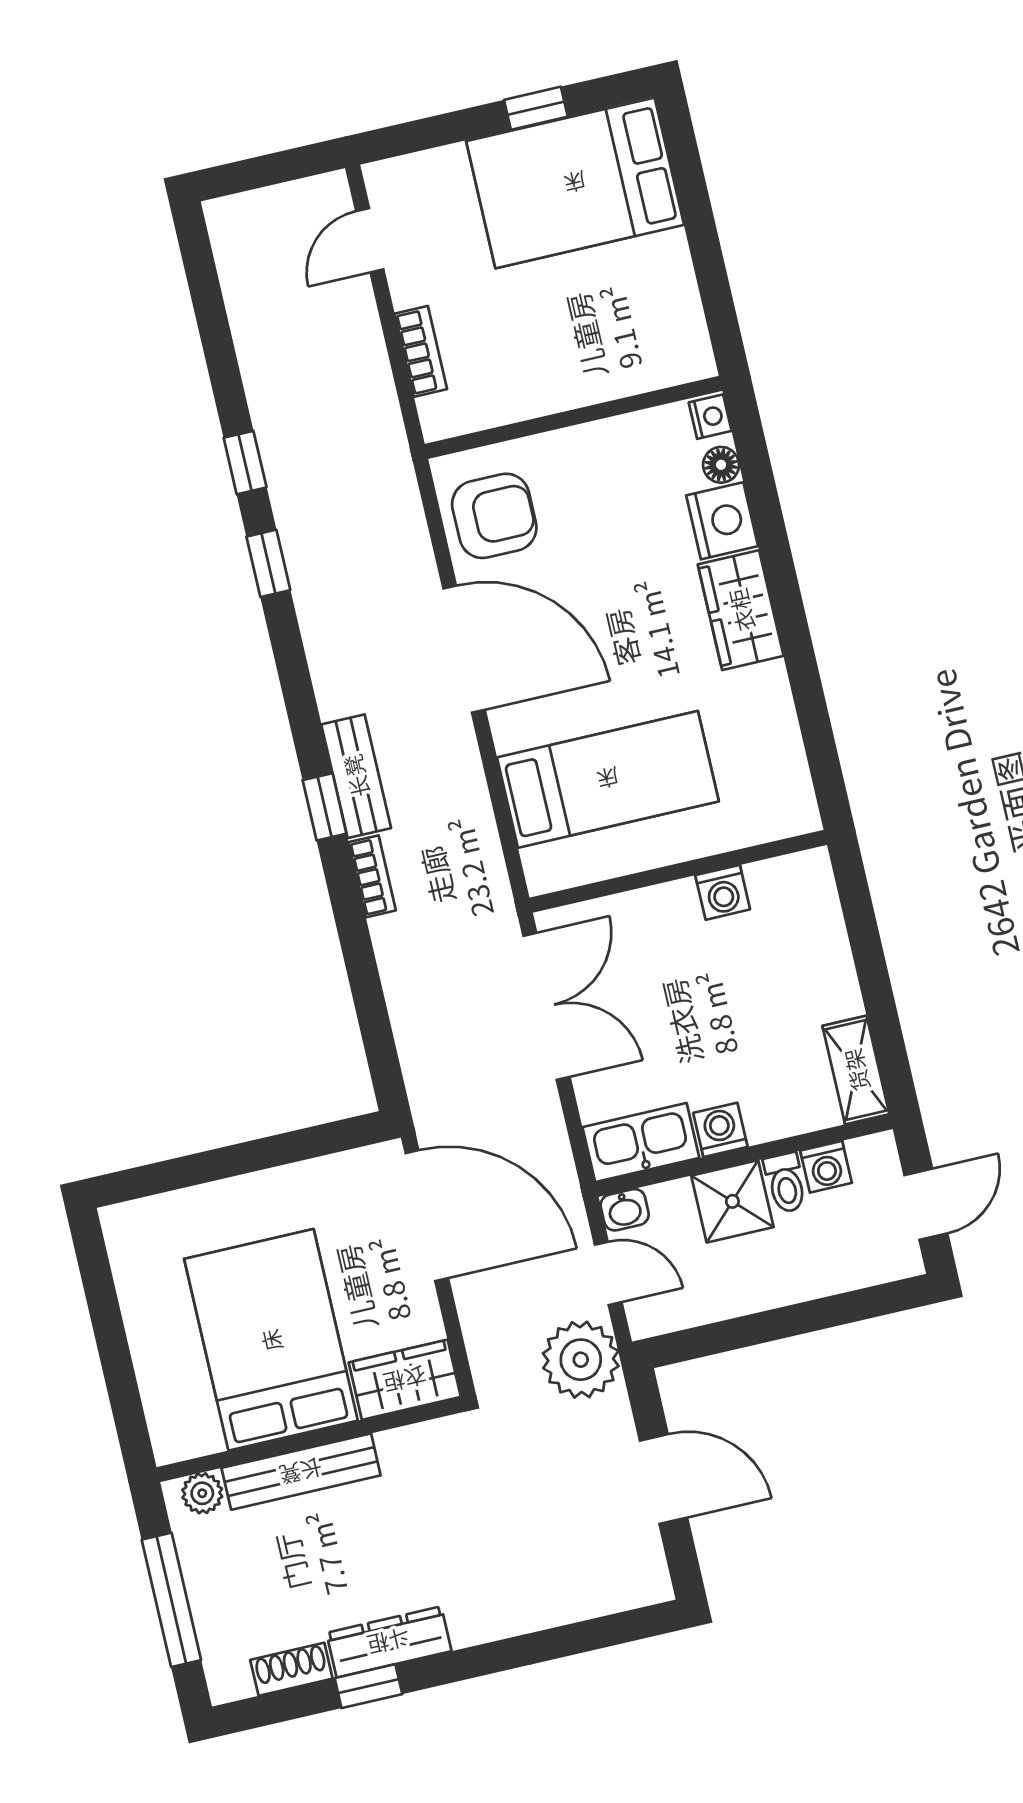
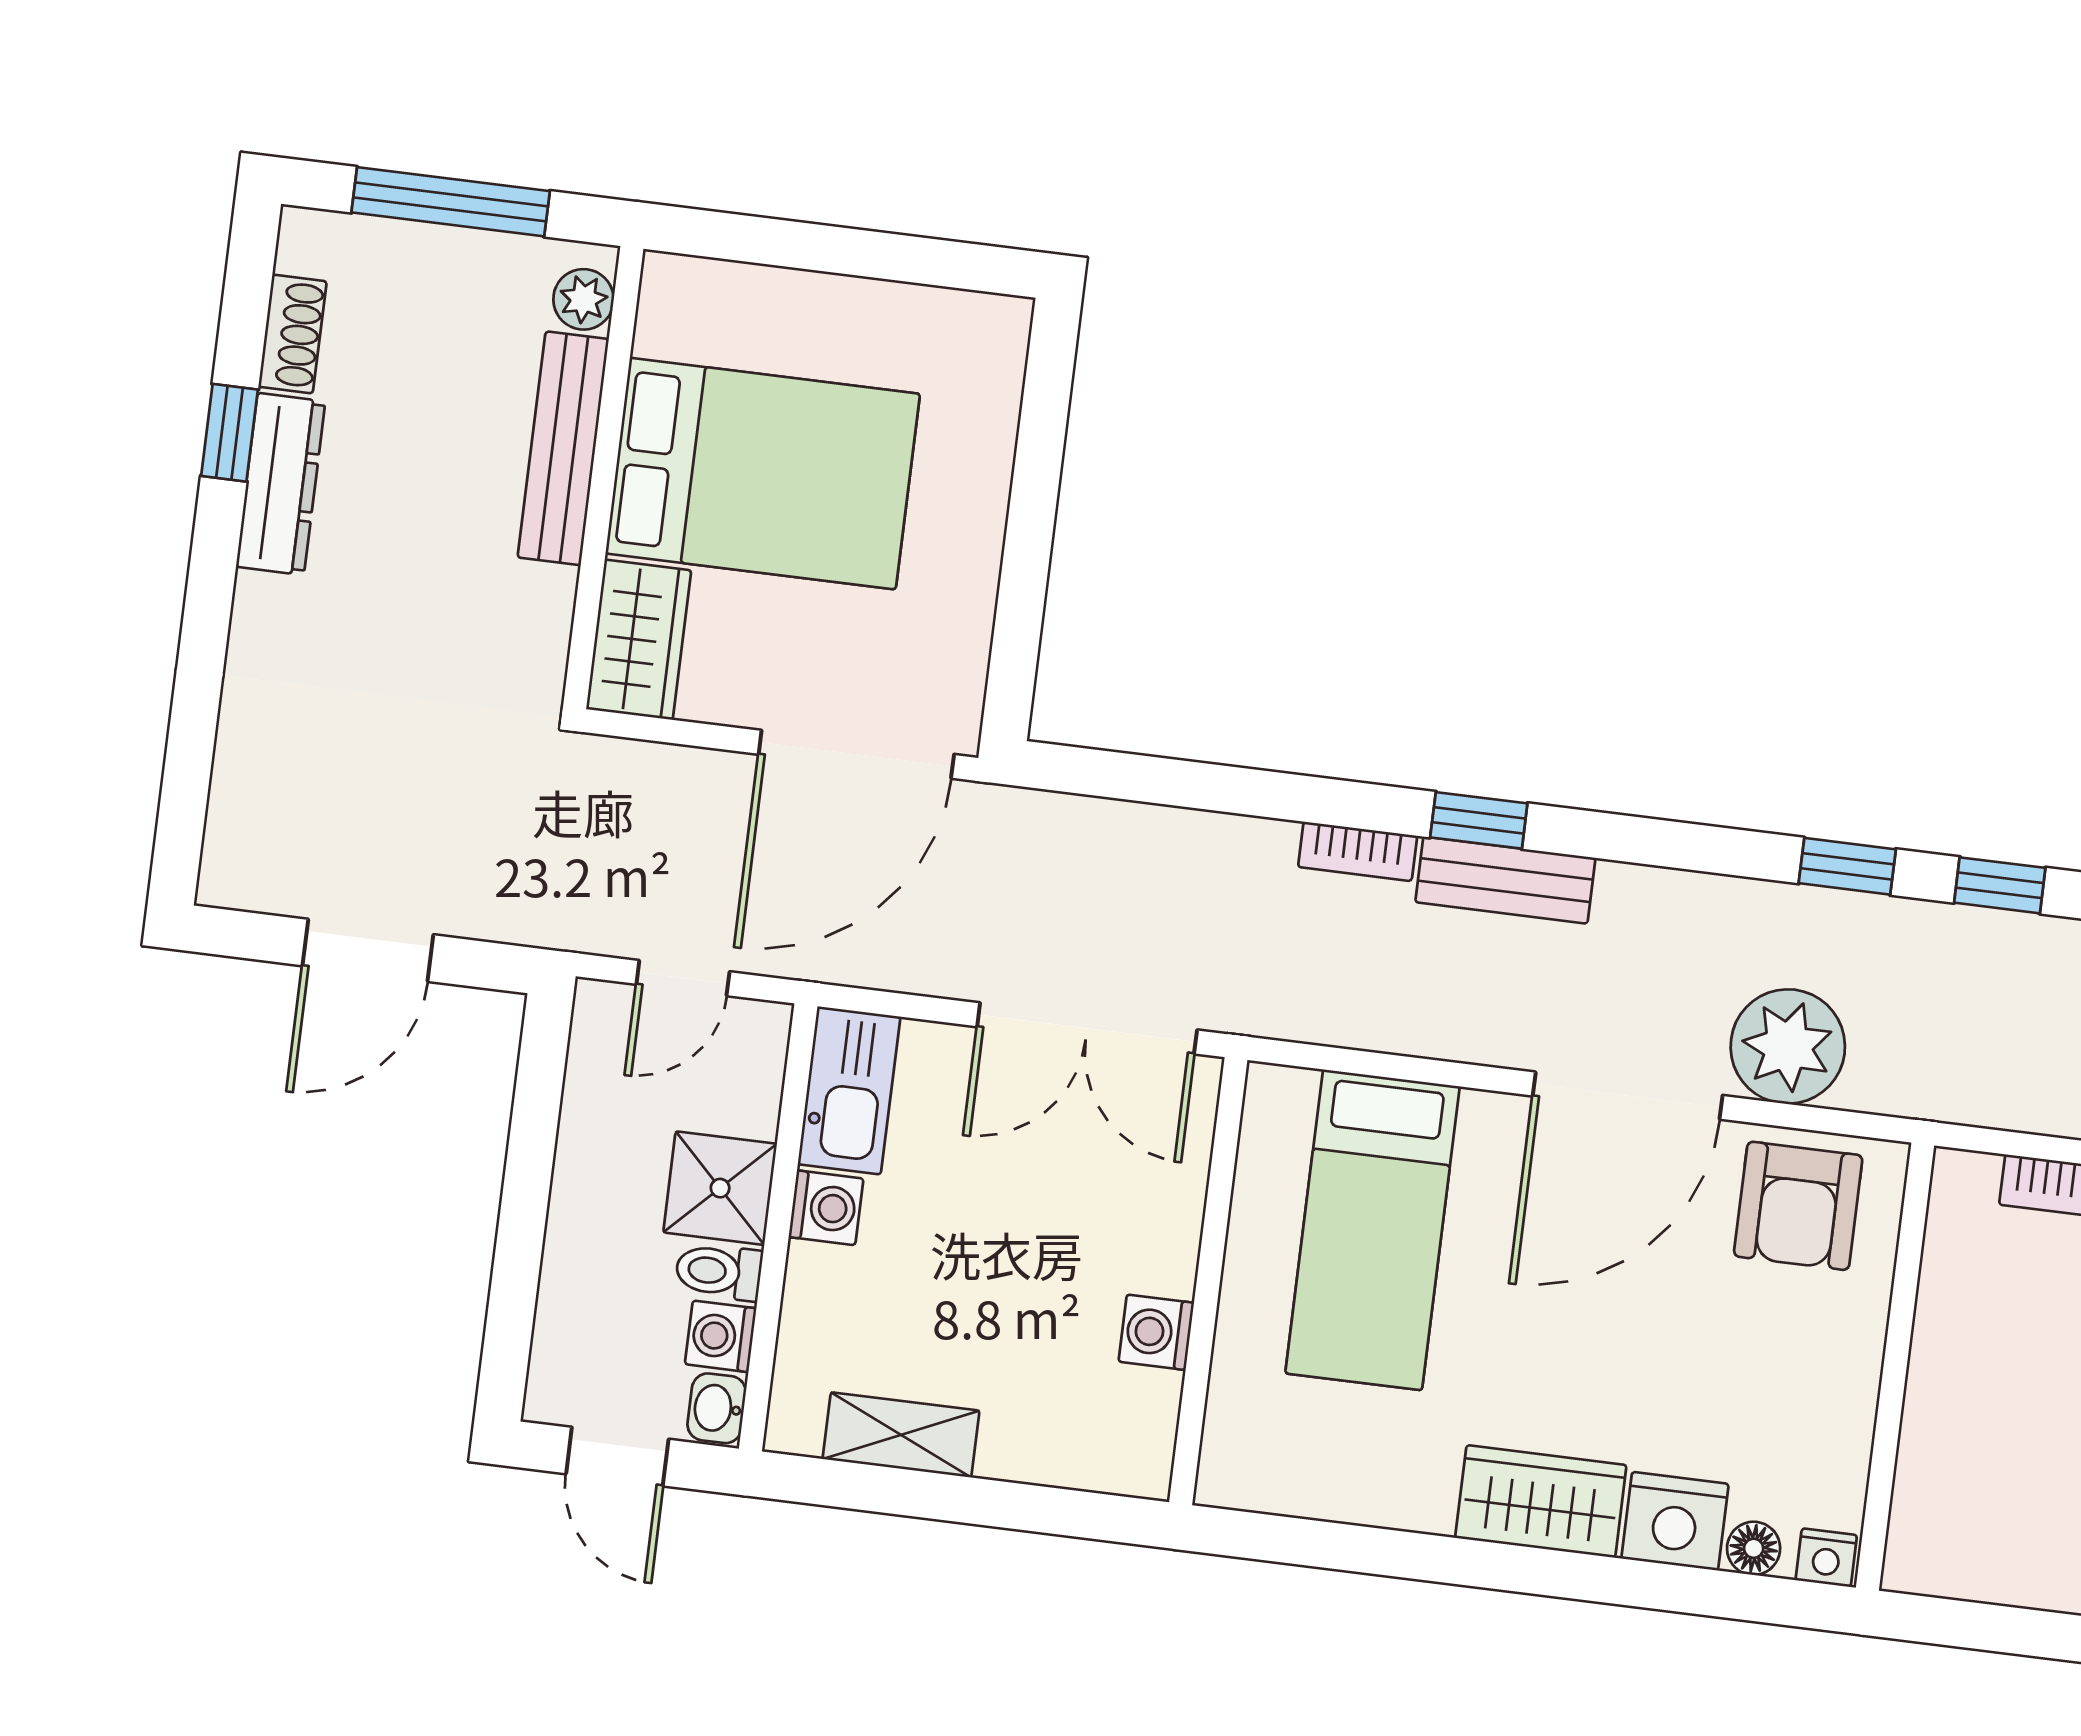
shelving: (856, 1070) -> (901, 1435), moved
washbasin: (625, 1210) -> (717, 1408), moved
plant: (581, 1360) -> (1788, 1046), moved

